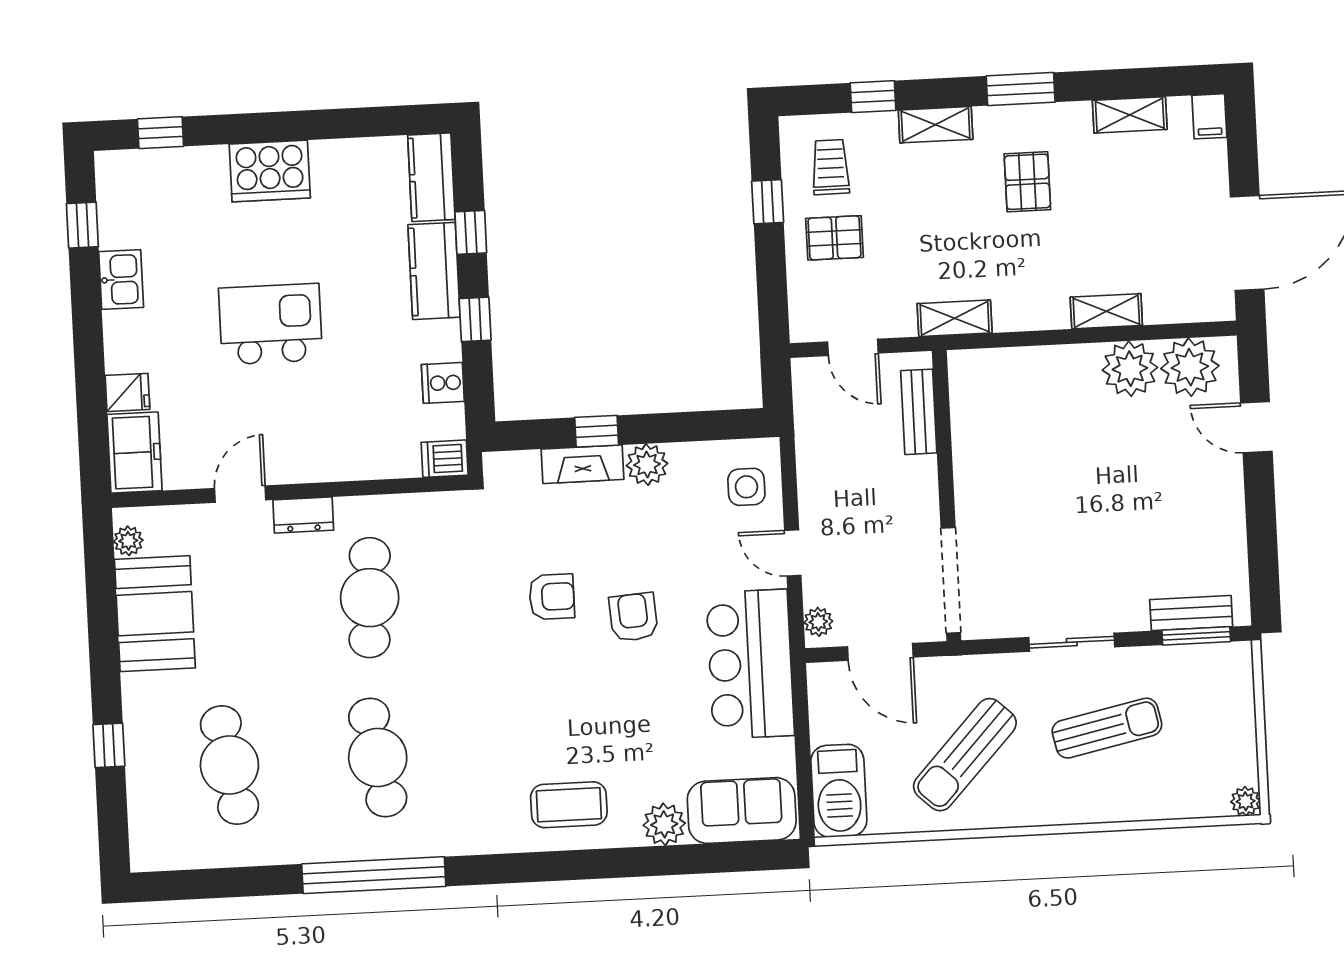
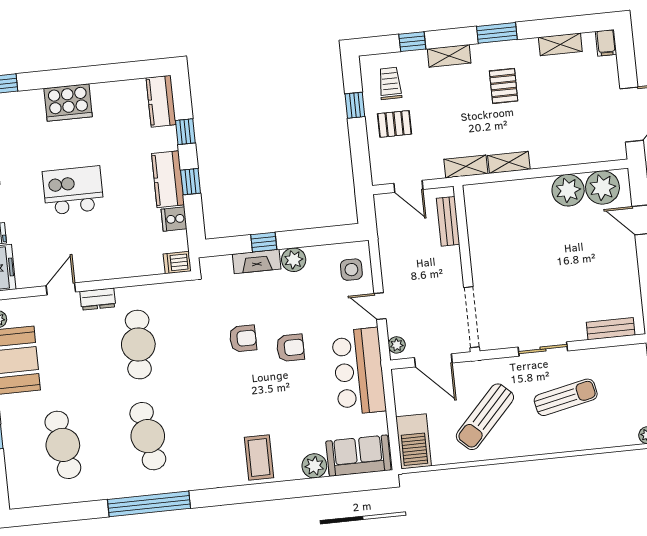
kitchen counter: (434, 271) -> (168, 179), moved
shelving: (1106, 311) -> (509, 162), moved
armchair: (633, 617) -> (290, 348), turned 94
window: (1196, 636) -> (614, 342), removed
coffee table: (569, 805) -> (259, 457), turned 90

